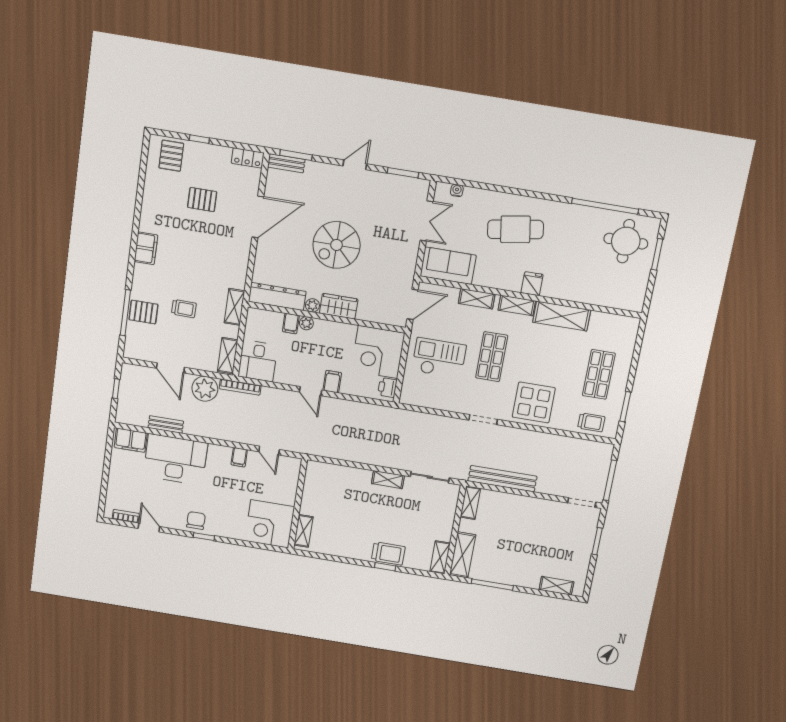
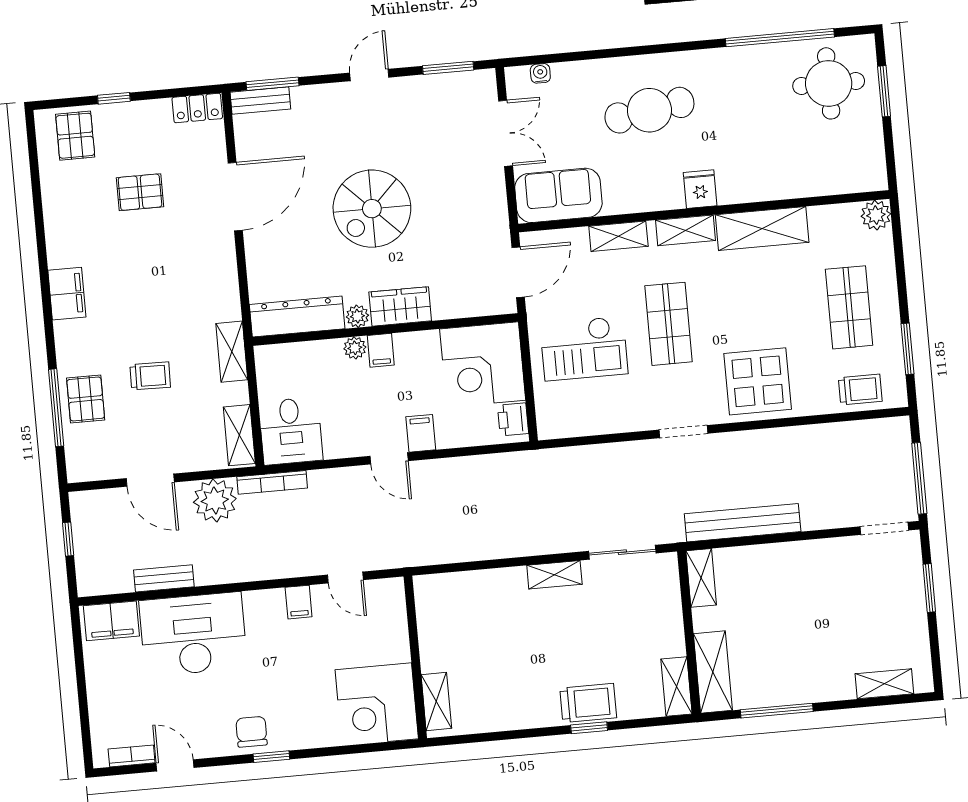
pallet: (143, 312) -> (86, 399), turned 90
filing cabinet: (291, 324) -> (381, 350), moved
plant: (630, 326) -> (876, 215), added
checkout: (439, 358) -> (584, 348), turned 180

